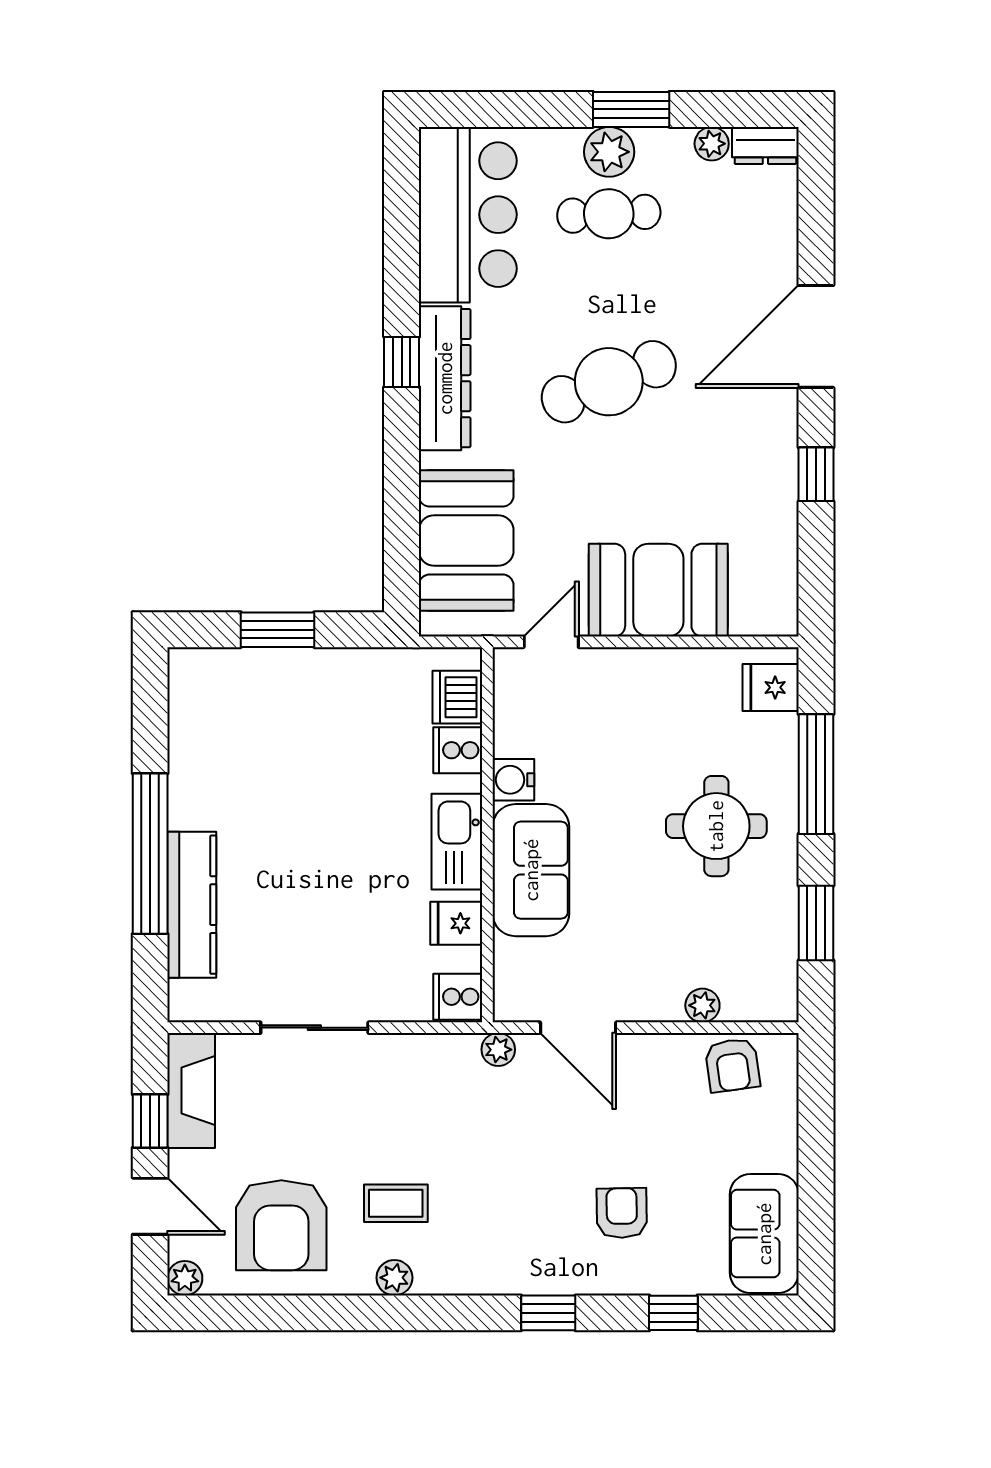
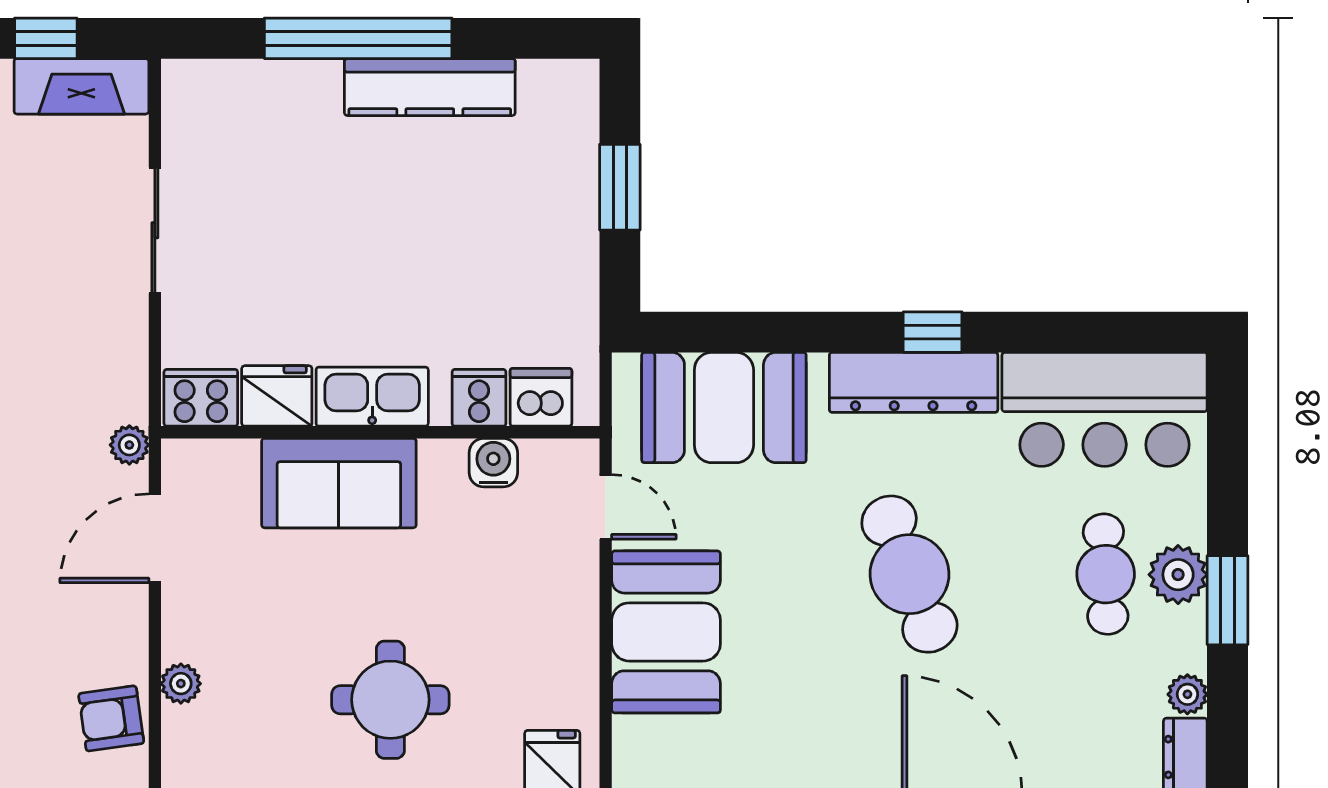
water cooler: (513, 780) -> (493, 463), moved
kitchen counter: (192, 905) -> (430, 87), moved
fridge: (456, 923) -> (277, 396), width x1.38
cooker: (458, 997) -> (201, 398), width x1.36

